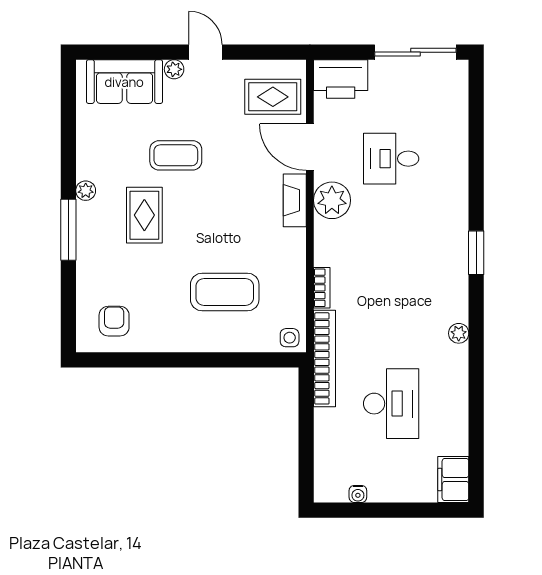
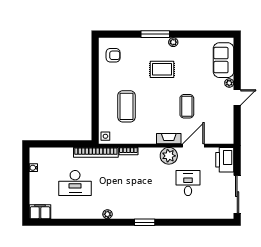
rug: (273, 97) -> (217, 128), removed
coffee table: (176, 155) -> (187, 106), moved

